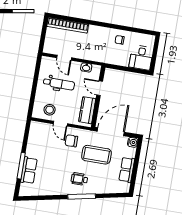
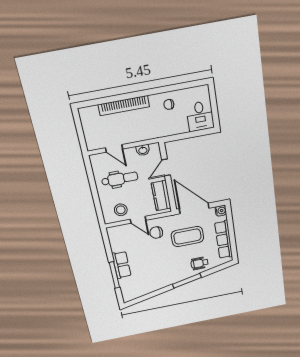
bookcase: (68, 25) -> (124, 106), moved
door: (100, 88) -> (166, 167), hinge flipped
door: (111, 132) -> (194, 208), hinge flipped
row of seats: (29, 170) -> (121, 265), moved
row of seats: (127, 170) -> (224, 240), width x1.48
wheelchair: (79, 179) -> (200, 263), moved

